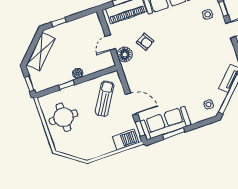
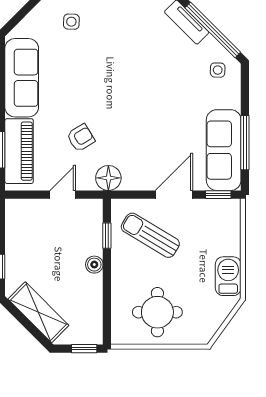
door: (110, 43) -> (63, 195), swing flipped
floor lamp: (125, 55) -> (108, 178), moved
window: (67, 85) -> (107, 236), moved
window: (174, 133) -> (245, 143), width x1.44
barbecue: (125, 140) -> (228, 276), moved

